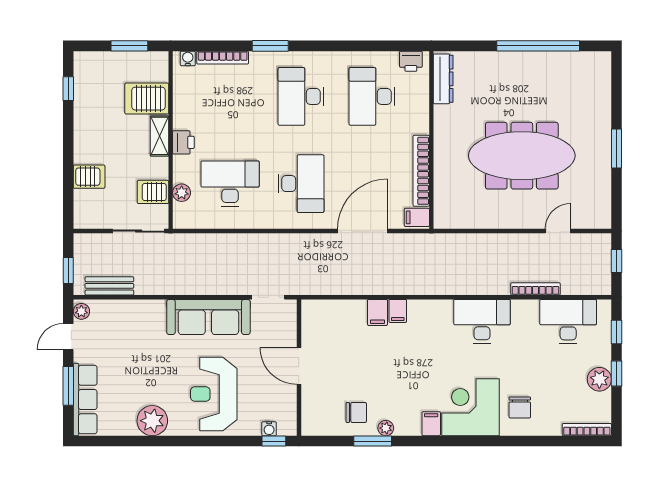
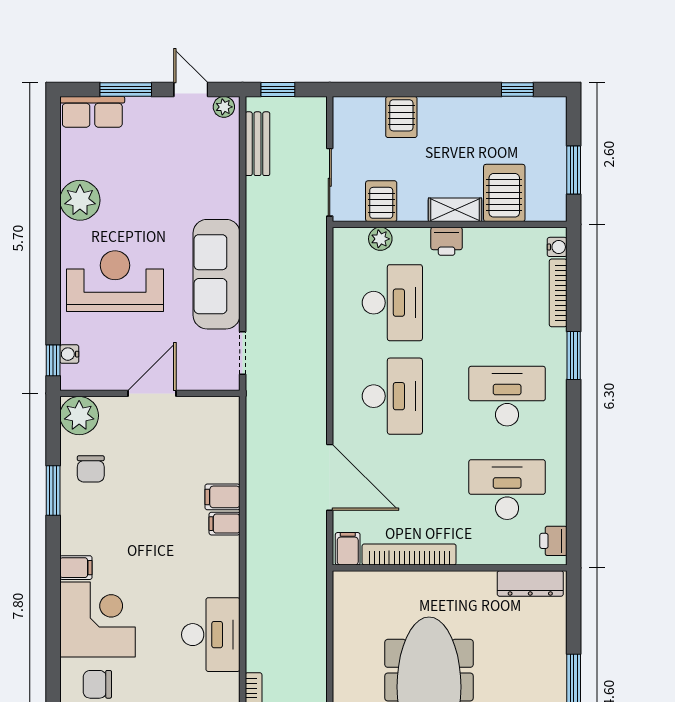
desk: (301, 184) -> (392, 396), turned -90
row of seats: (85, 400) -> (92, 112), width x0.68
plant: (386, 428) -> (79, 416), moved, width x1.87, depth x1.87

